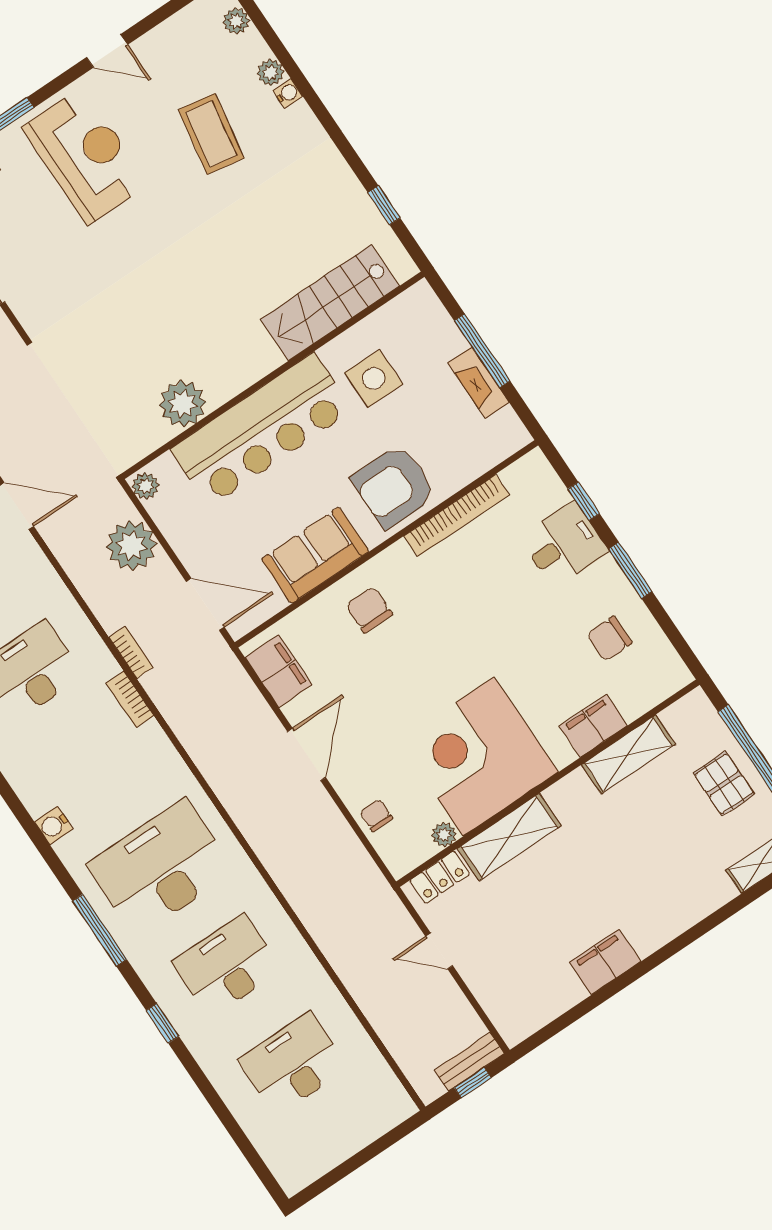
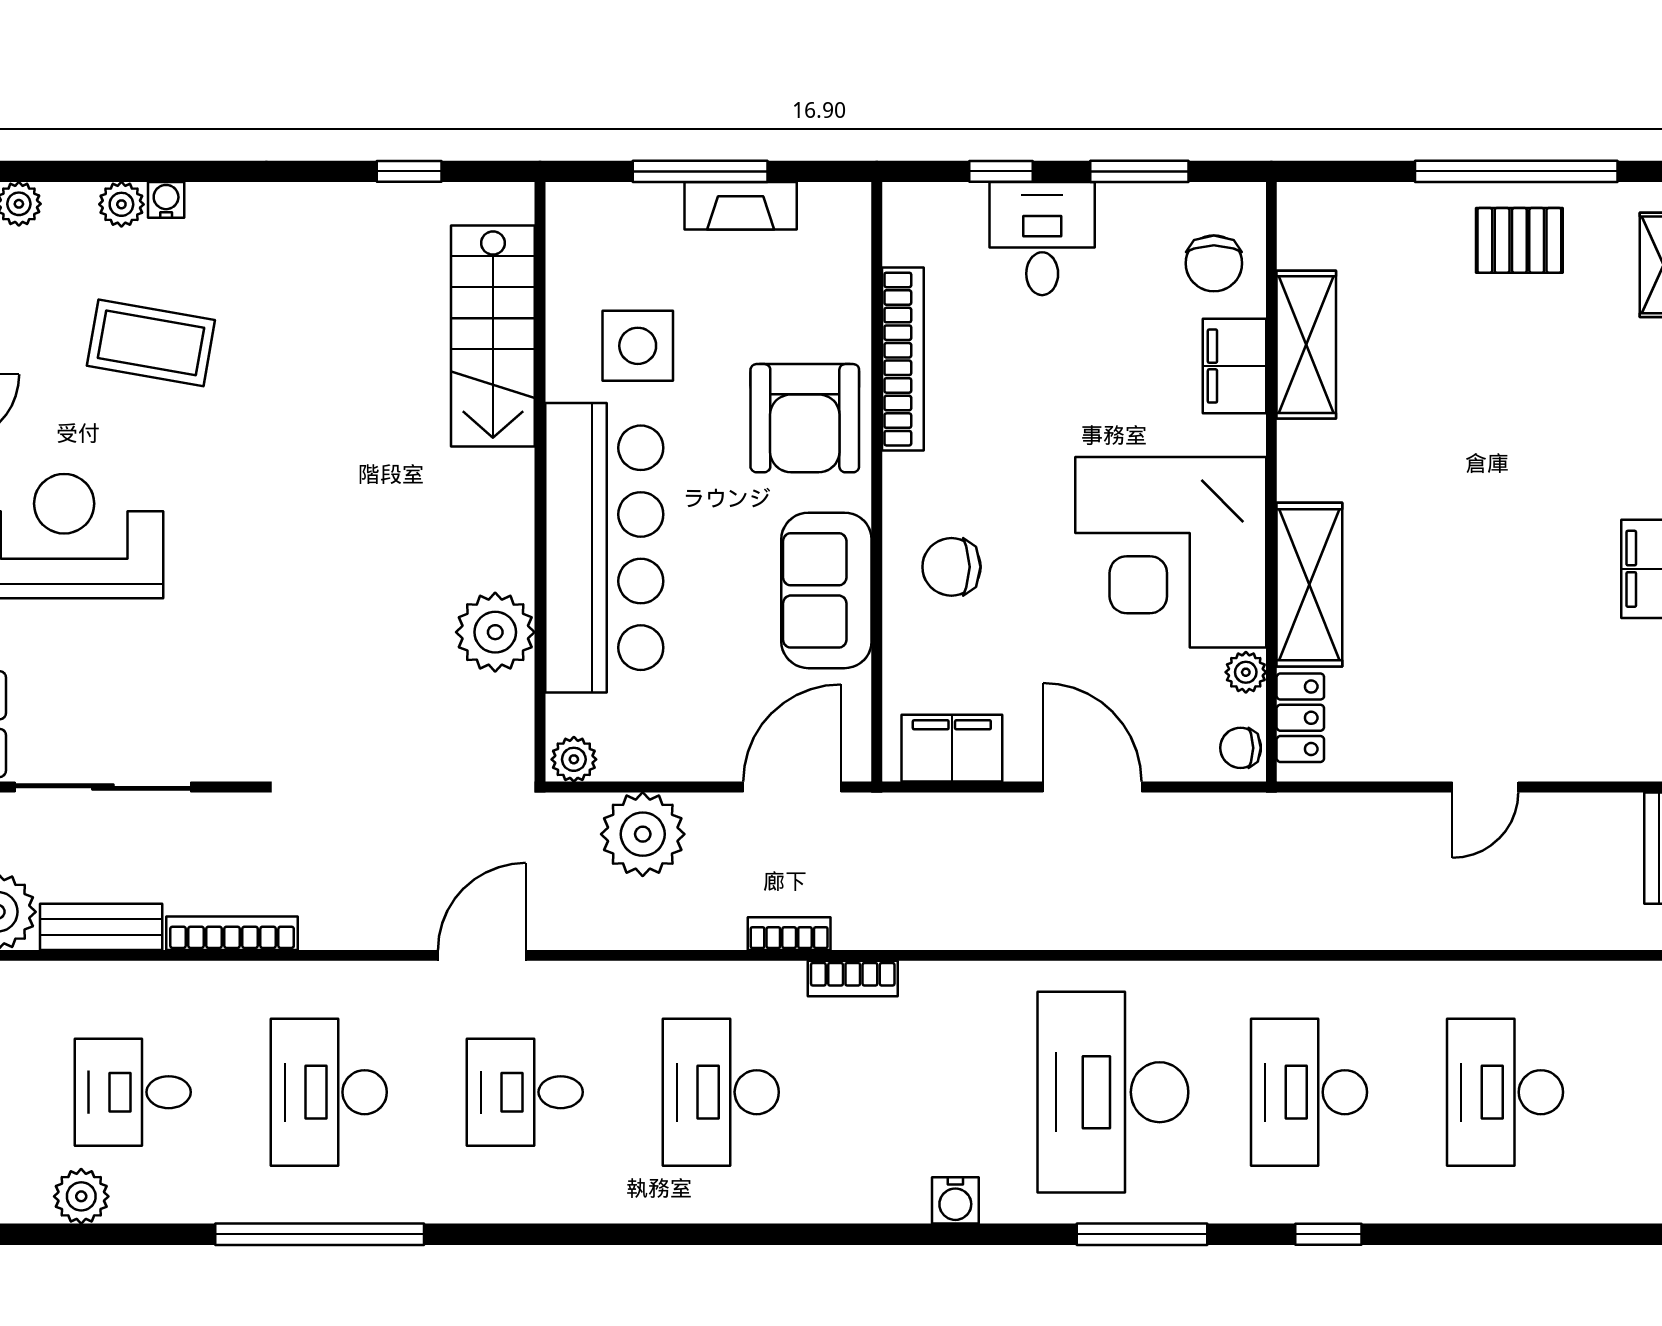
filing cabinet: (593, 726) -> (1235, 366), moved
shelving: (628, 754) -> (1306, 345), moved
corner desk: (479, 757) -> (1171, 552), moved
wall: (548, 783) -> (1271, 482), moved
plant: (444, 835) -> (1246, 672), moved
shelving: (509, 837) -> (1309, 585), moved
locker: (440, 877) -> (1300, 718), moved

